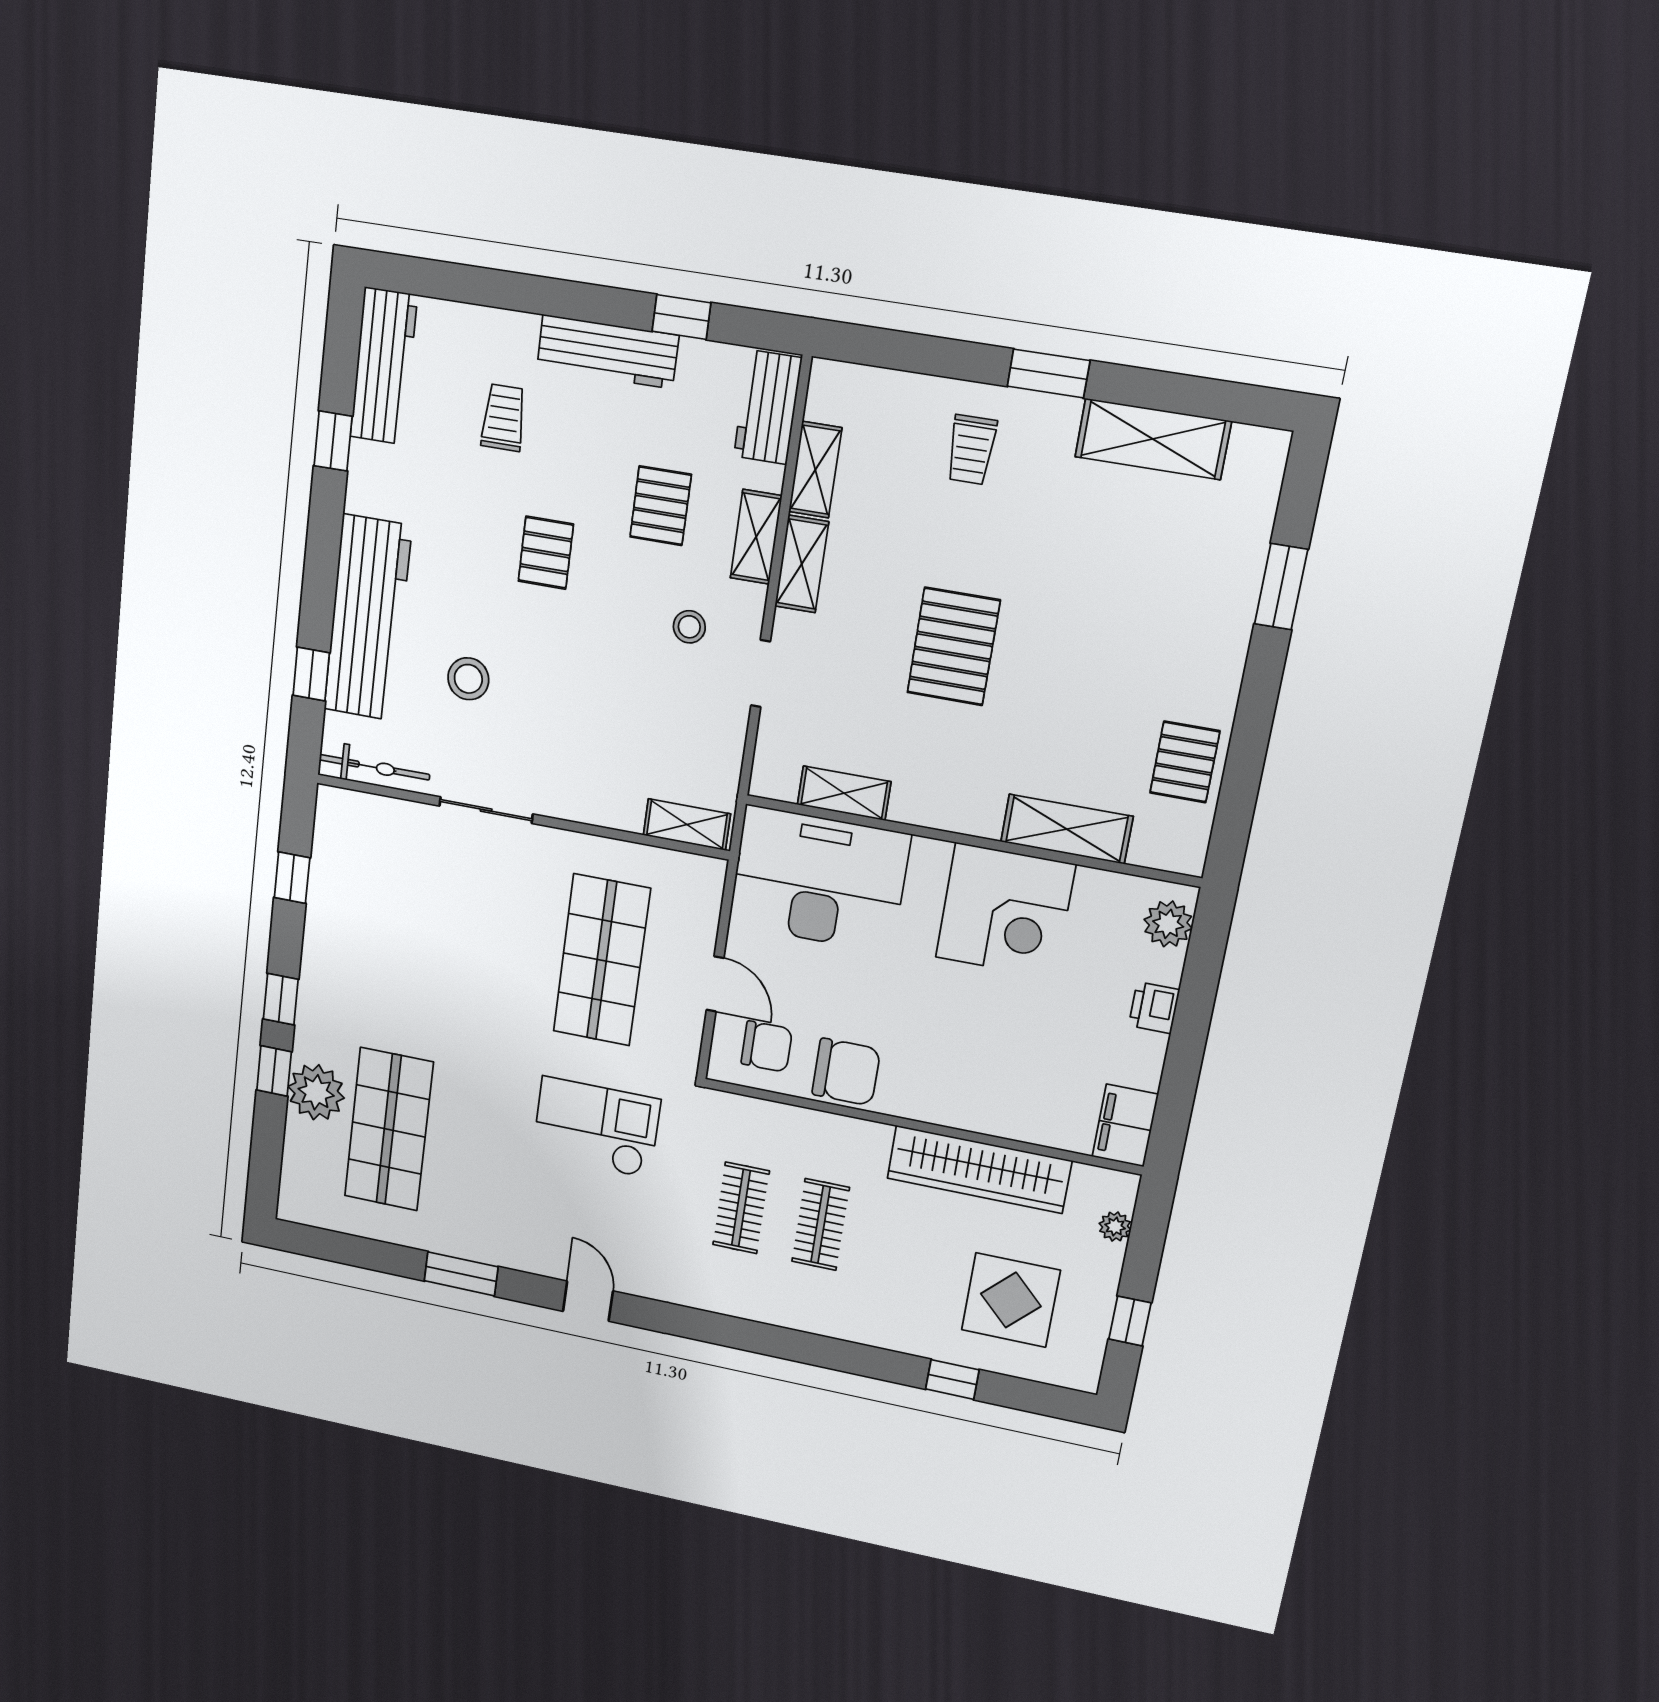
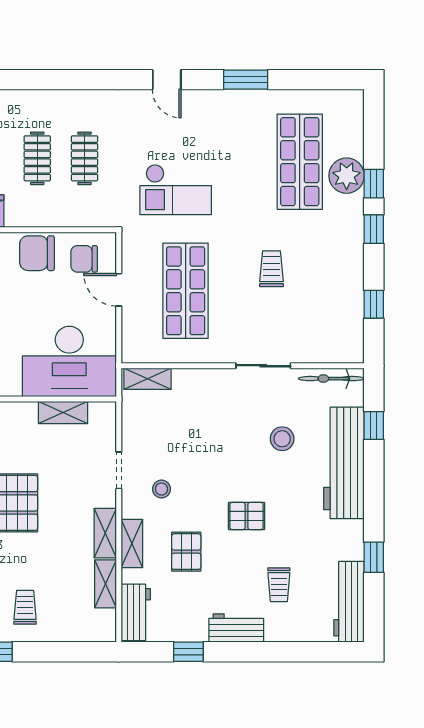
workbench: (608, 352) -> (236, 628), width x0.73
pallet: (546, 553) -> (246, 516), turned 90
trolley: (454, 968) -> (271, 269), added

